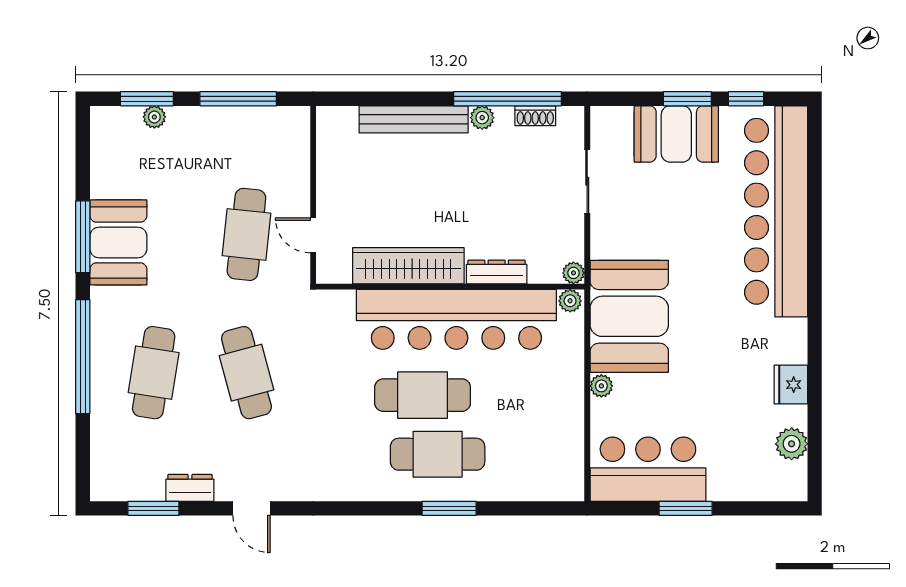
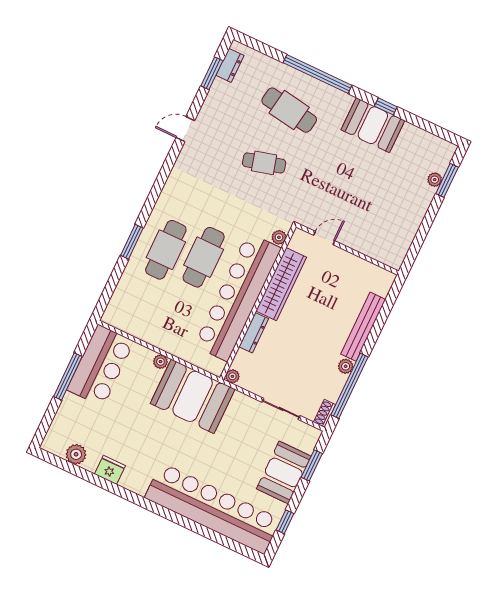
window: (238, 99) -> (422, 232), removed
window: (687, 99) -> (312, 465), moved
shoe rack: (535, 116) -> (325, 413), moved
cafe table: (246, 234) -> (343, 200), removed
window: (83, 237) -> (386, 106), width x0.46
plant: (570, 301) -> (279, 237), moved
cafe table: (246, 373) -> (264, 163), width x0.73, depth x0.74
dresser: (190, 488) -> (230, 65), moved
window: (686, 508) -> (68, 376), width x1.44

